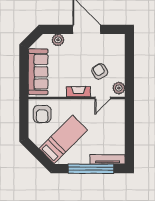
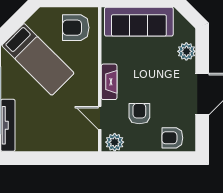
armchair: (116, 49) -> (172, 138), added
armchair: (100, 71) -> (139, 114), turned -59

